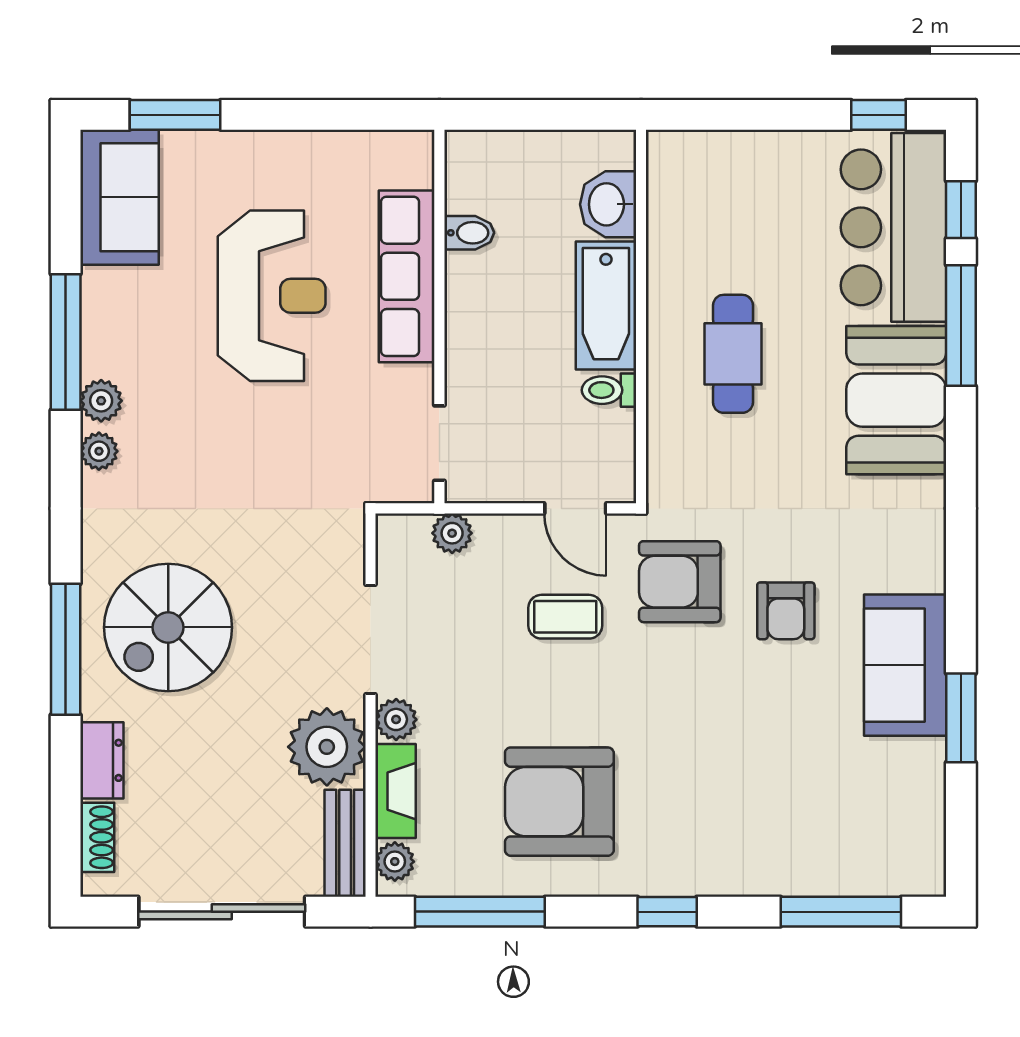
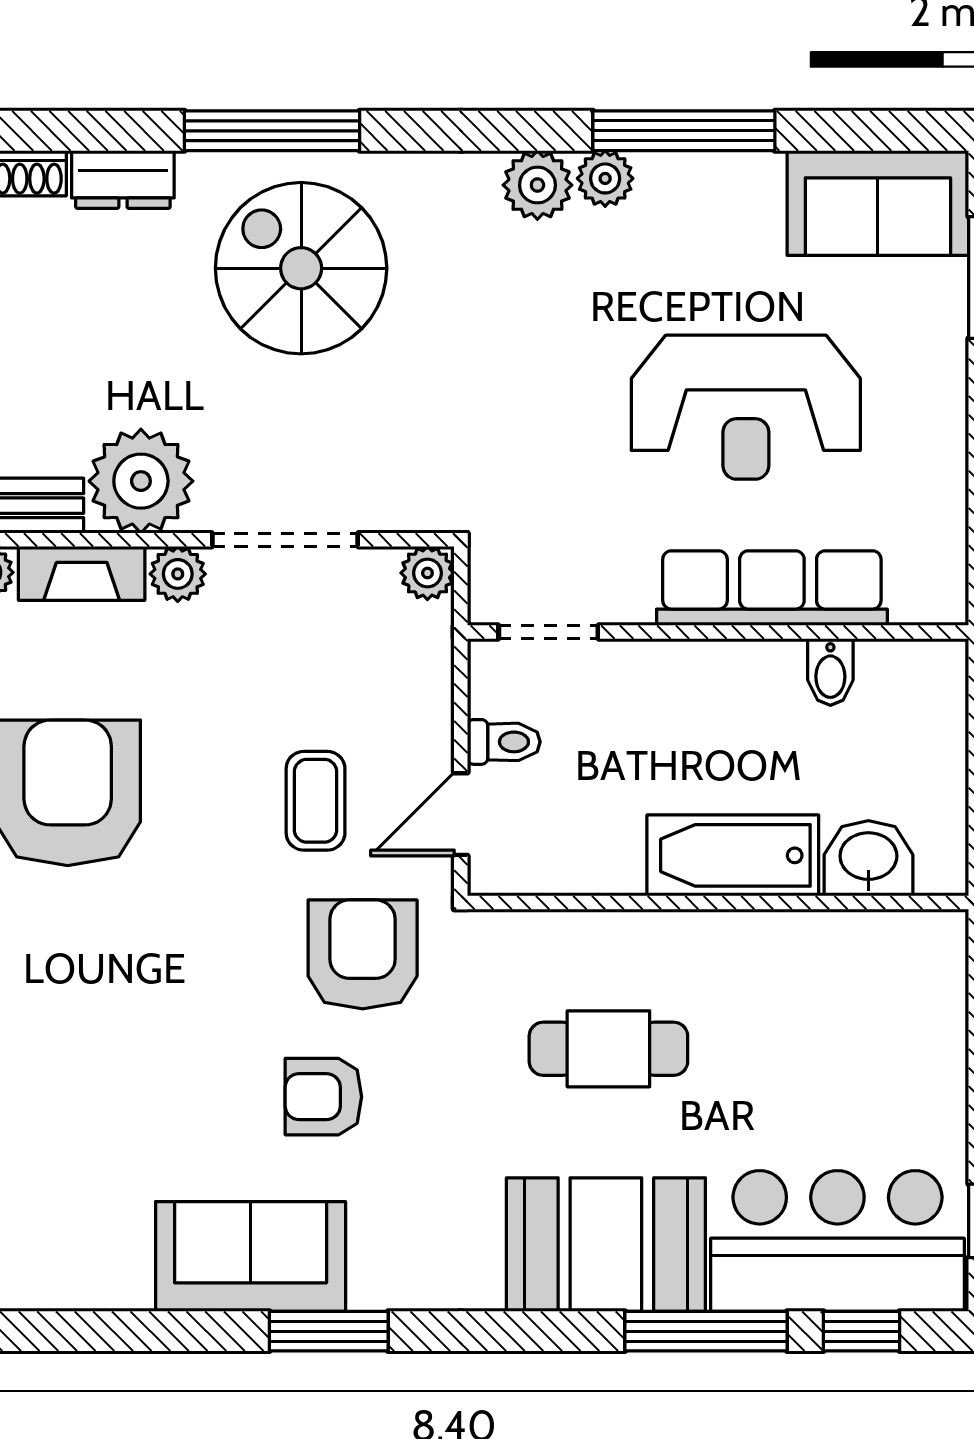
cafe table: (733, 354) -> (608, 1049), moved
toilet: (609, 390) -> (504, 742), moved, turned 90
plant: (99, 451) -> (537, 185), width x1.38, depth x1.38
plant: (452, 533) -> (427, 573), moved
window: (961, 718) -> (329, 1331), moved

